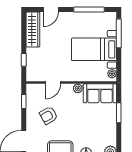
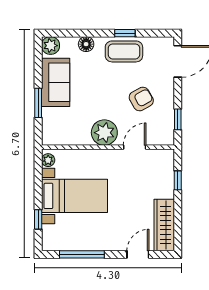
window: (119, 33) -> (38, 219), width x0.46
plant: (78, 88) -> (104, 133), width x1.87, depth x1.87
sofa: (100, 93) -> (56, 82), moved, turned 90

